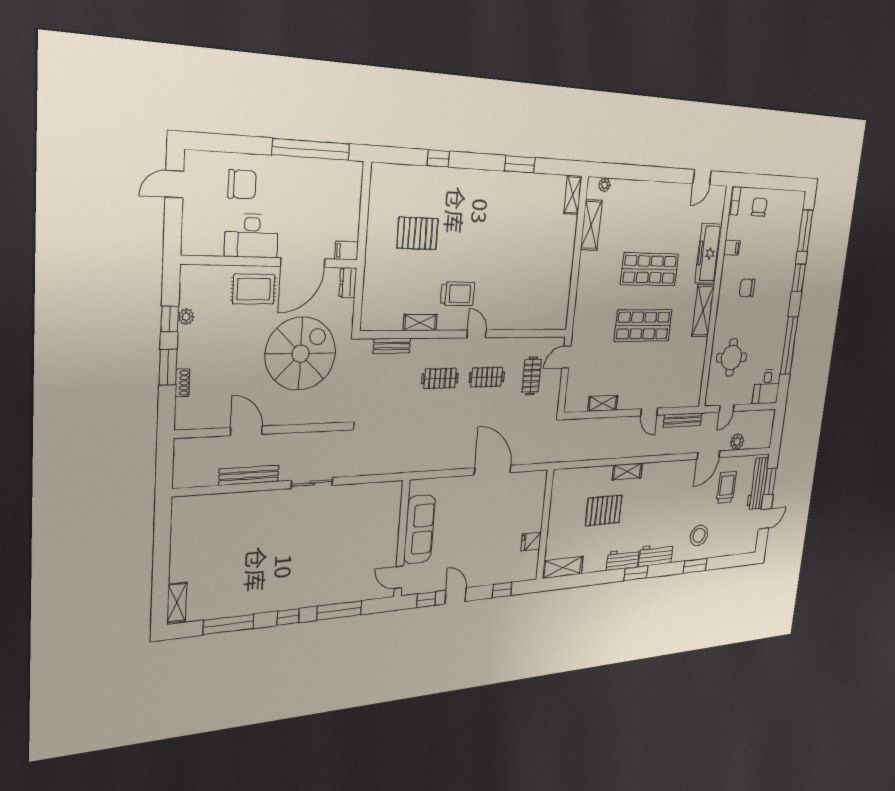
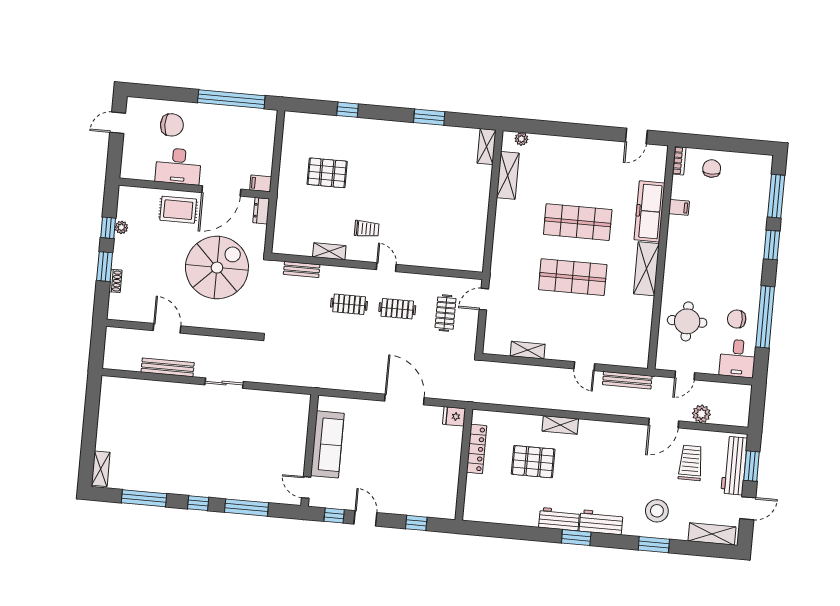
chair: (747, 288) -> (737, 319), moved
trolley: (458, 294) -> (367, 229), width x0.73, depth x0.72
locker: (556, 508) -> (477, 449), added
fridge: (531, 541) -> (454, 416), moved
shelving: (563, 567) -> (712, 534), moved

